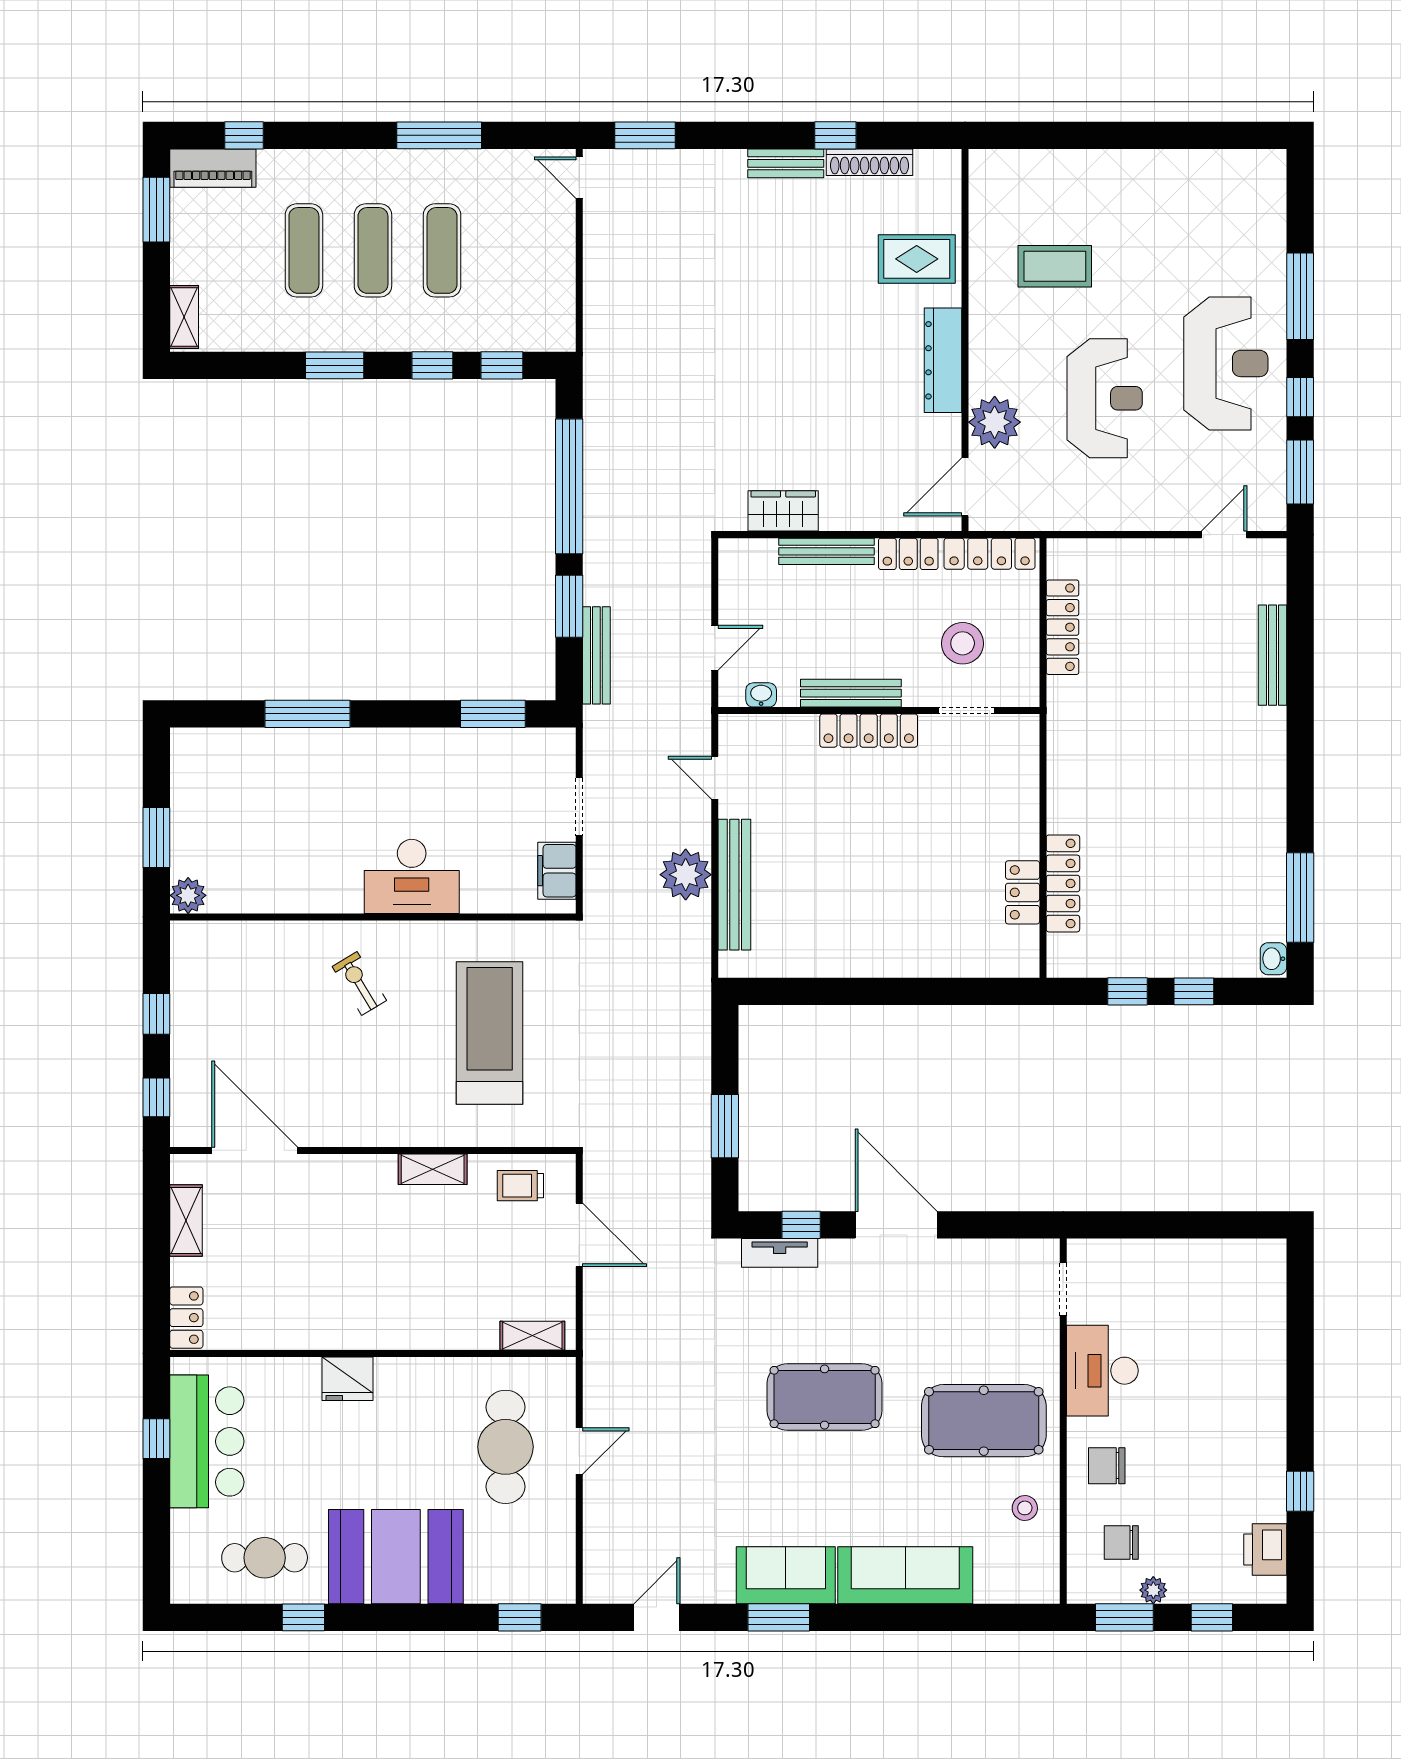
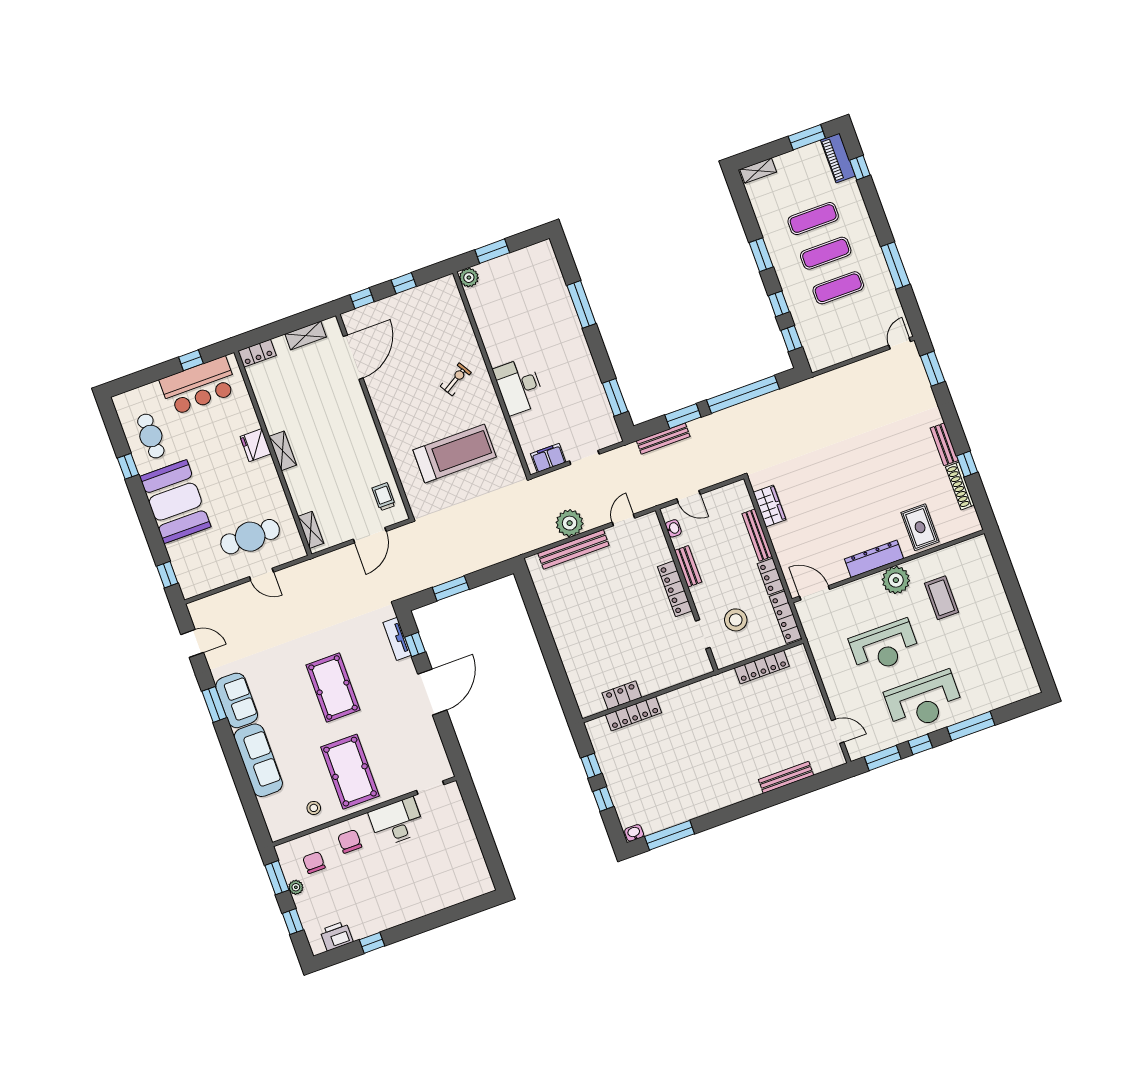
plant: (995, 422) -> (896, 580), moved
bench: (851, 693) -> (688, 566), width x0.73
shelving: (433, 1169) -> (283, 451), moved

